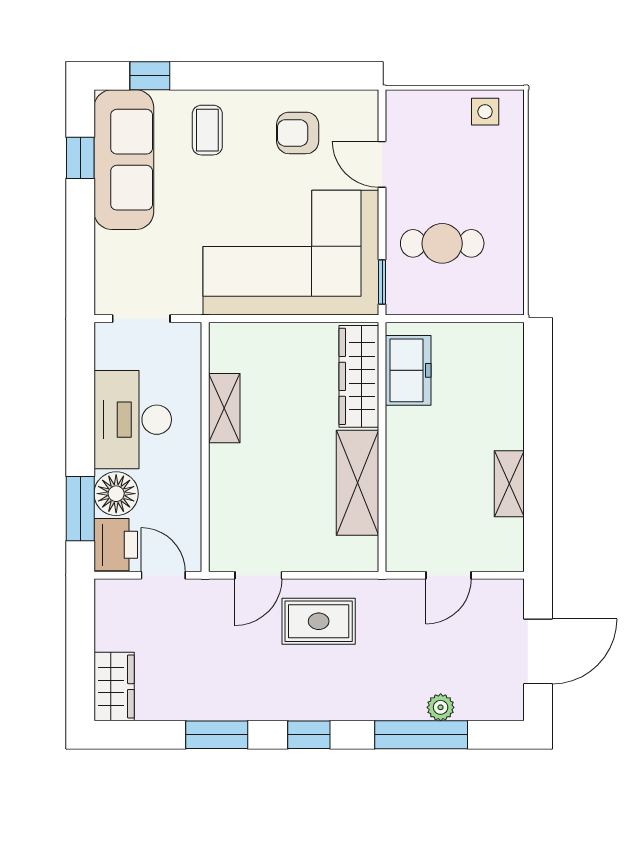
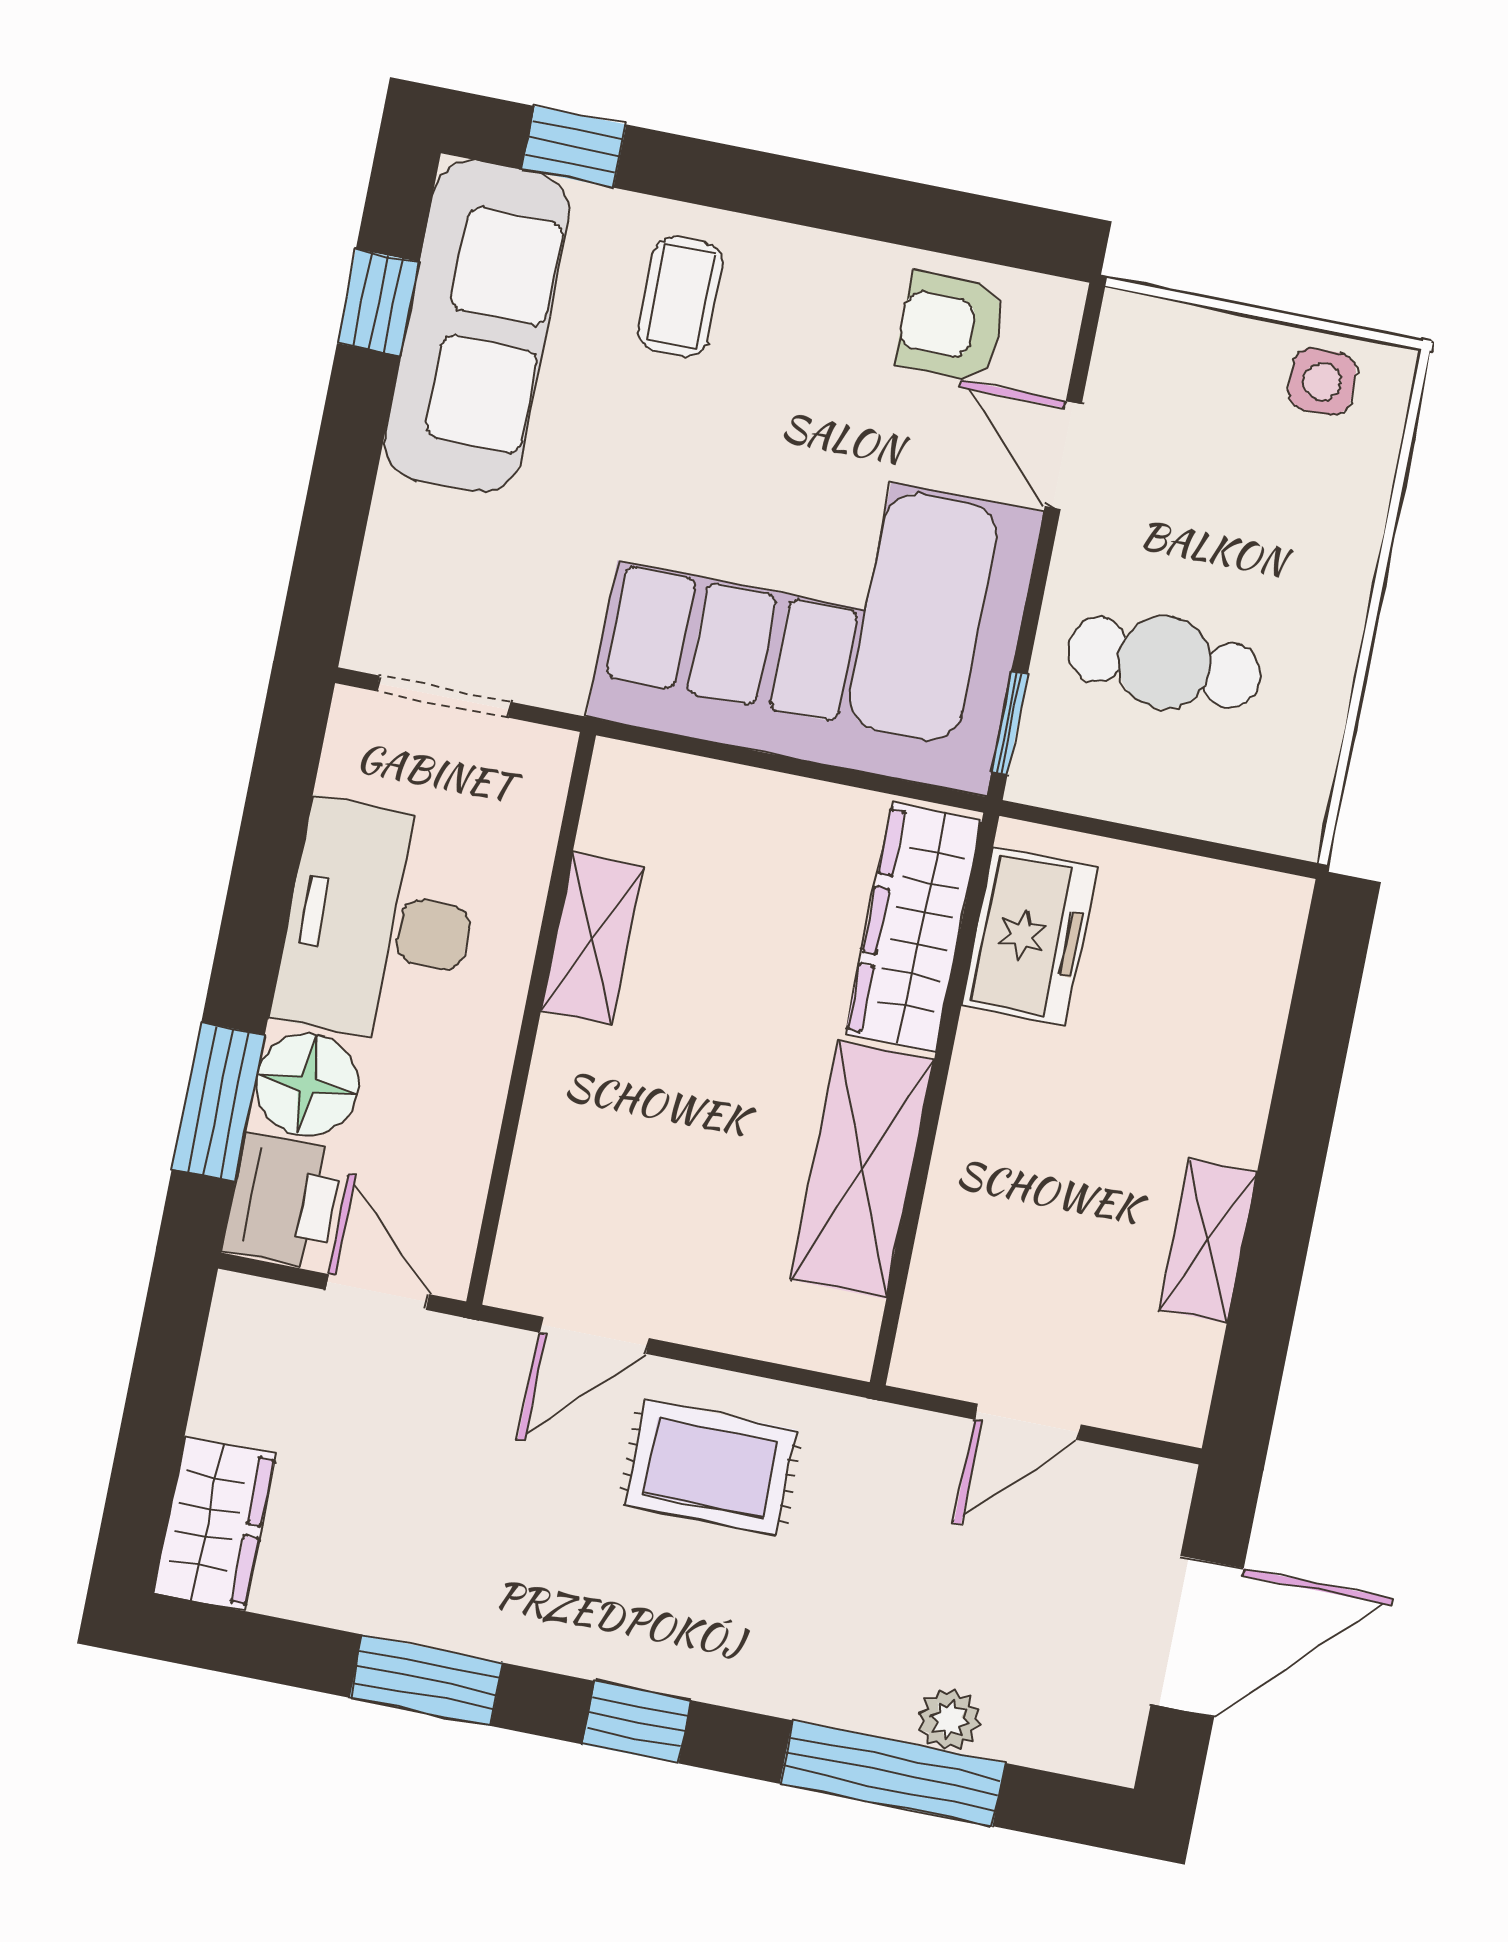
armchair: (298, 133) -> (951, 327), moved

